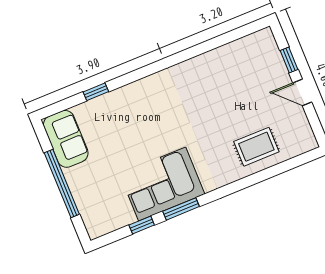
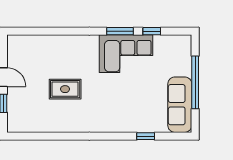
sofa: (66, 139) -> (180, 105), width x1.36
rug: (256, 147) -> (65, 89), moved

